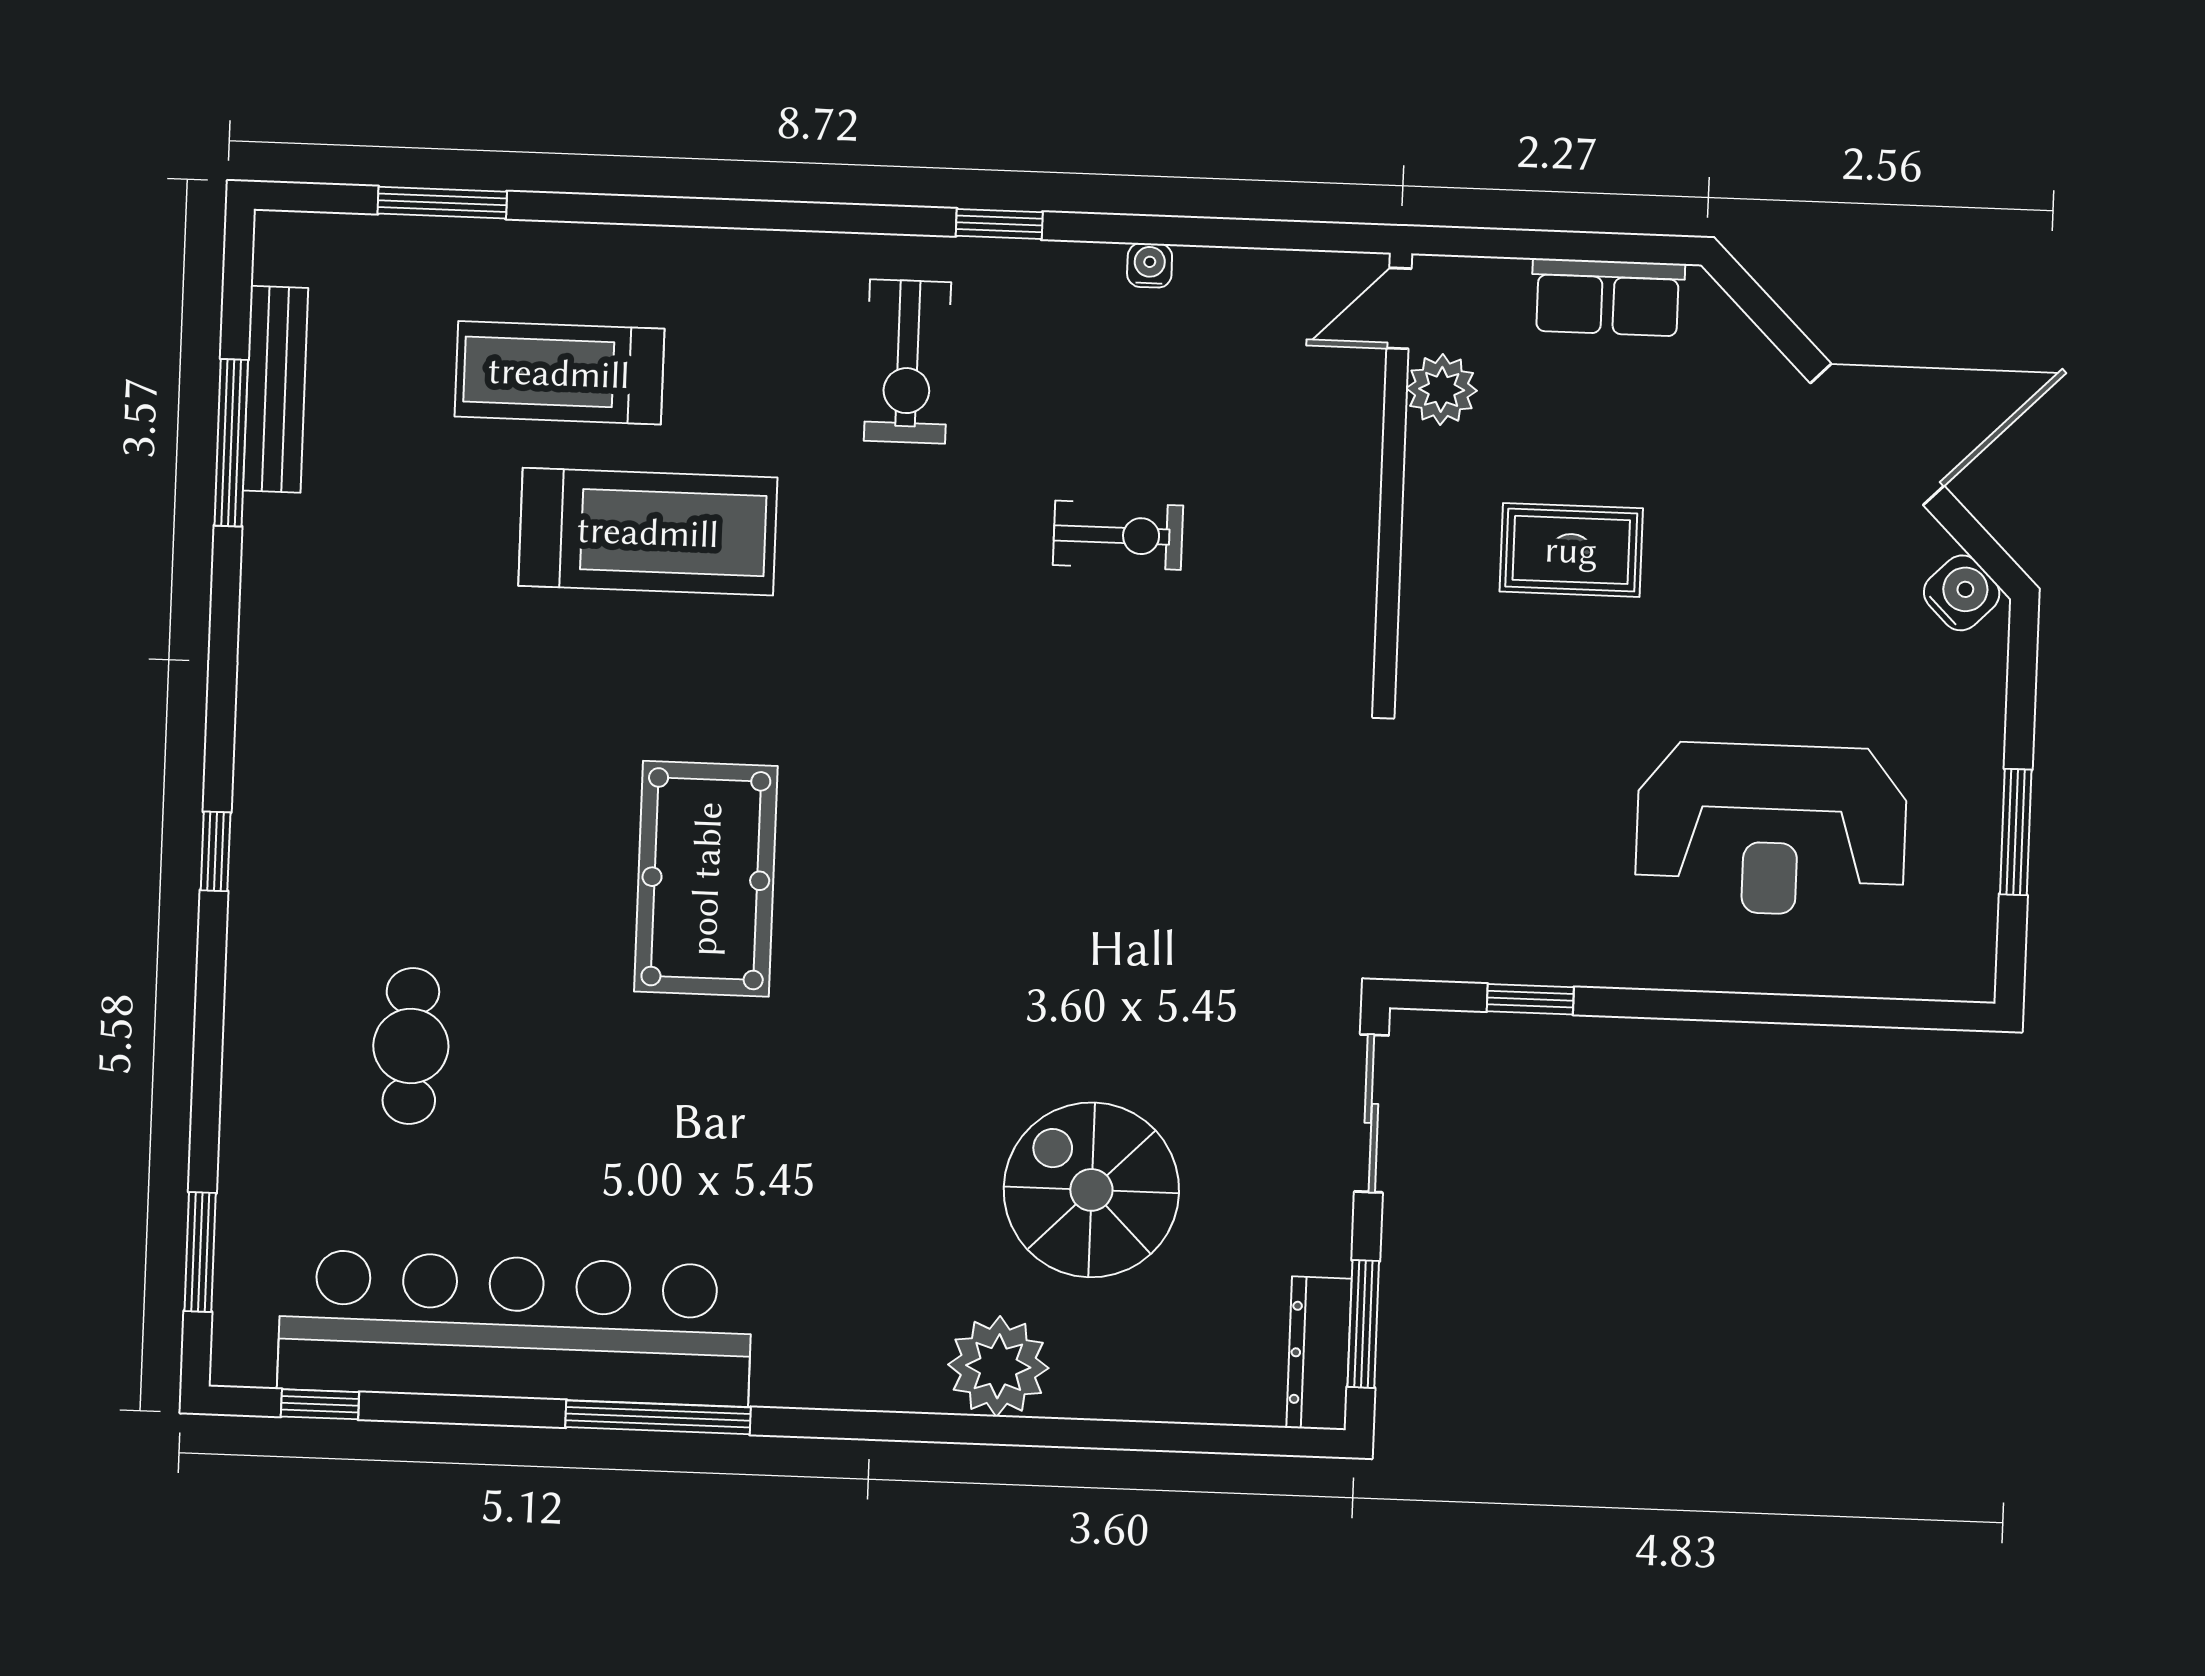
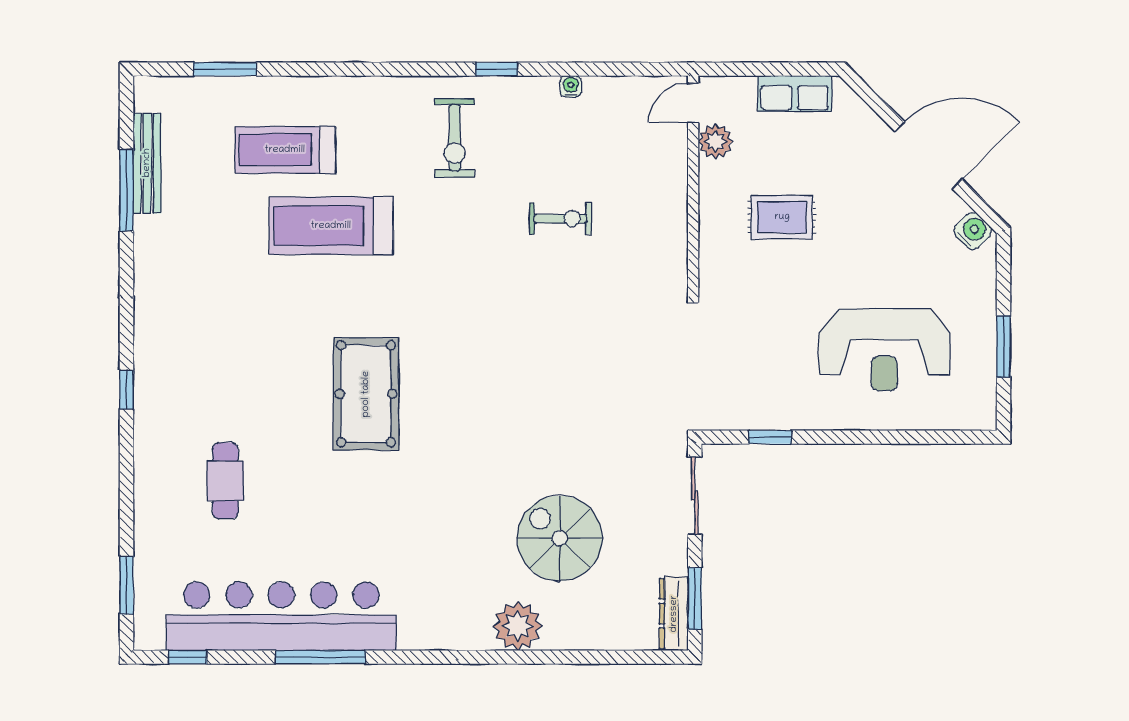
treadmill: (648, 532) -> (331, 226), turned 180
window: (658, 1417) -> (320, 657), moved

